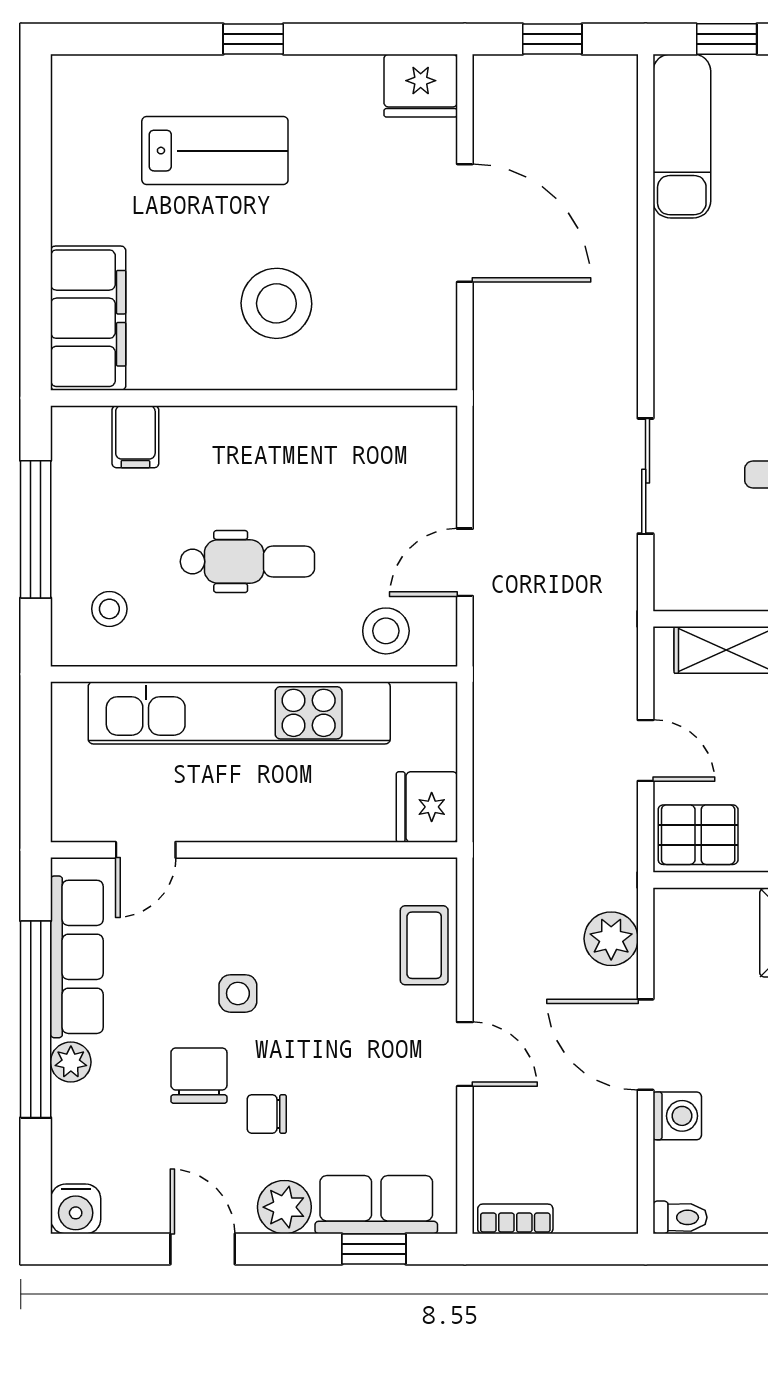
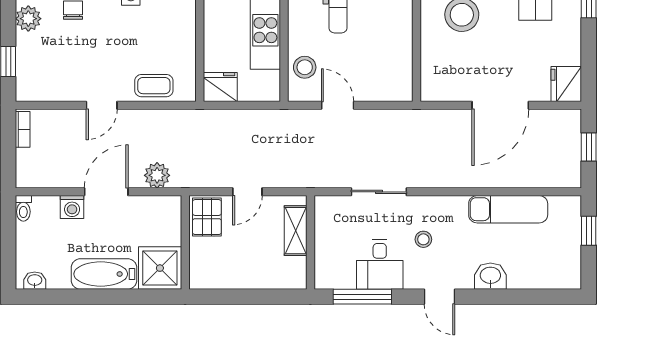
exam couch: (682, 136) -> (508, 209), moved
stool: (745, 384) -> (423, 239), added
row of seats: (376, 1205) -> (29, 63), removed

